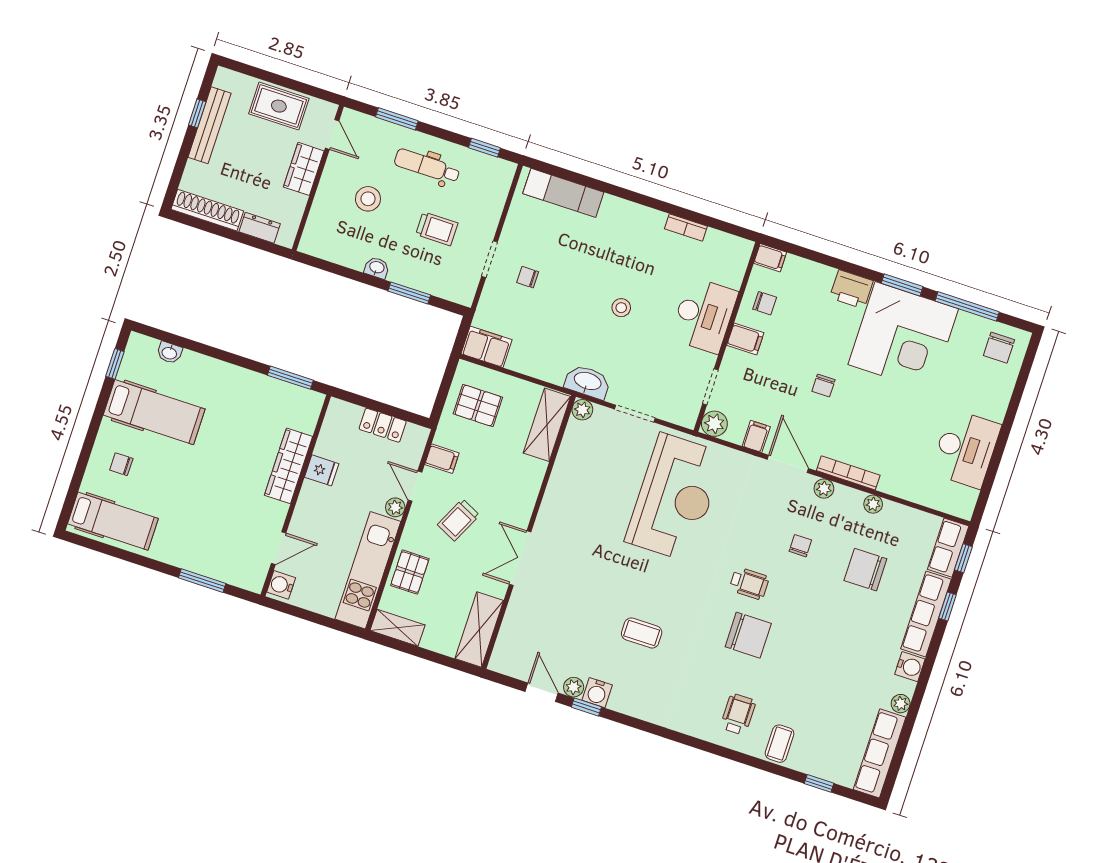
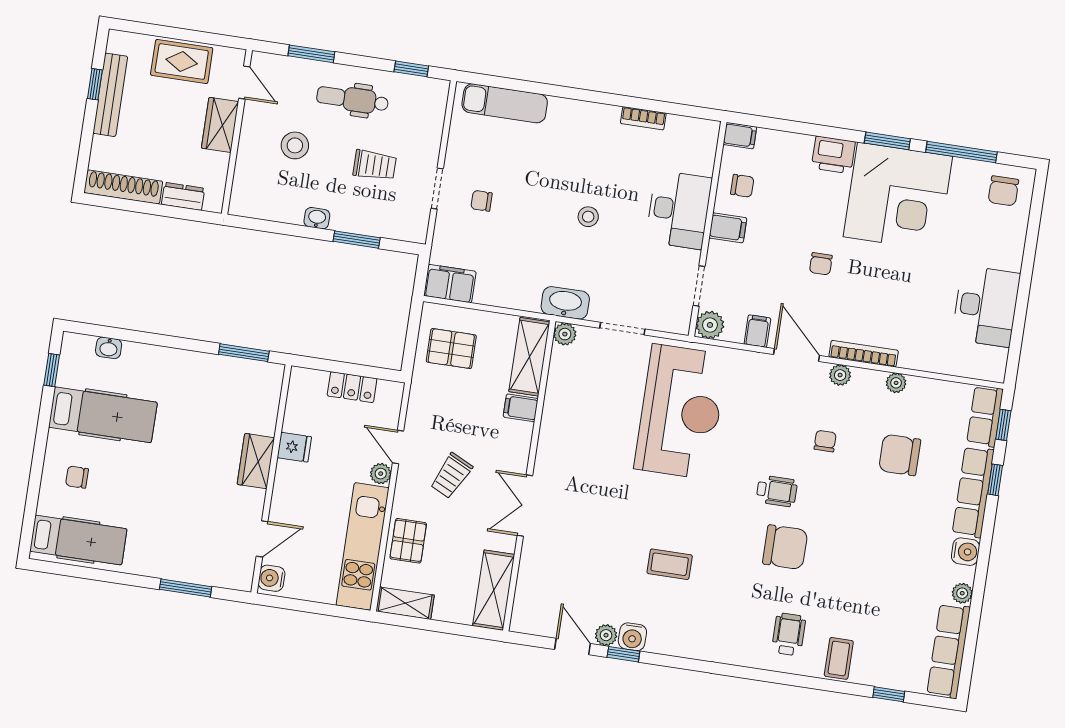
filing cabinet: (442, 459) -> (521, 408), moved, turned 180
wardrobe: (289, 466) -> (256, 461), width x0.67

